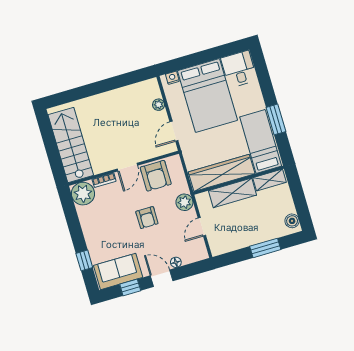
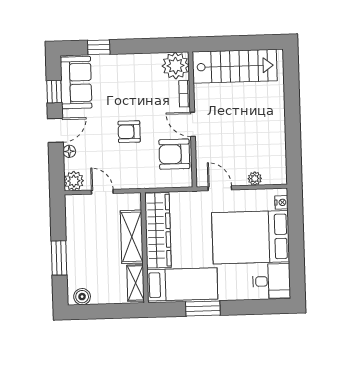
plant: (184, 202) -> (74, 181), moved

